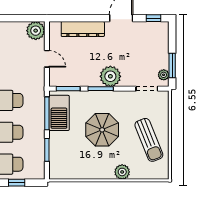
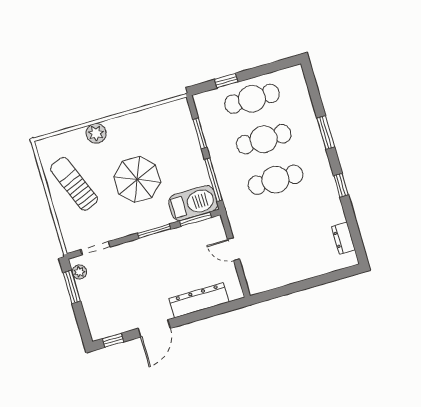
plant: (36, 31) -> (258, 281), removed
plant: (110, 76) -> (146, 250), removed
barbecue: (59, 113) -> (193, 203), moved, turned 90

